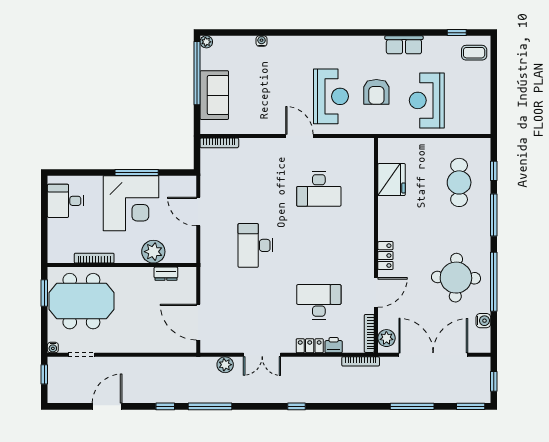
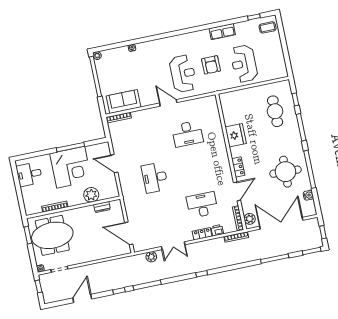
sofa: (214, 95) -> (123, 102), moved, turned -90
fridge: (392, 180) -> (236, 135), moved

